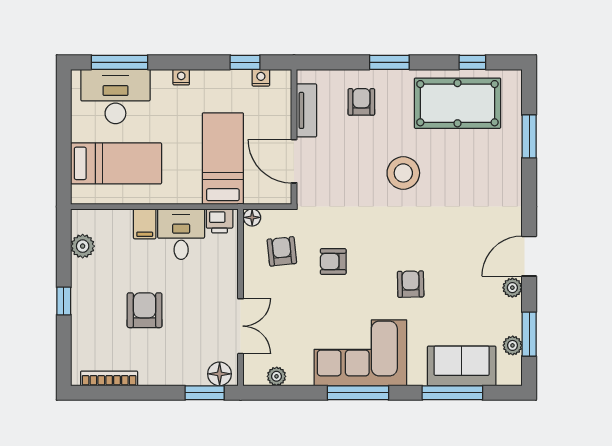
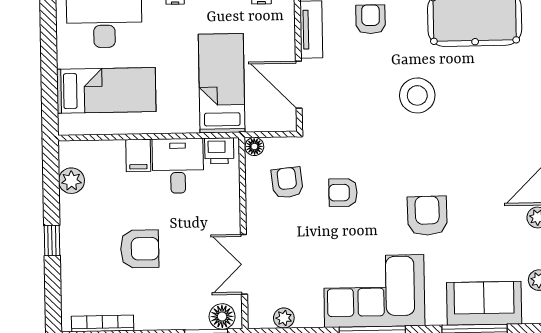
armchair: (411, 284) -> (427, 216), width x1.38, depth x1.38
armchair: (145, 310) -> (140, 249), turned 90
double door: (241, 326) -> (244, 264), swing flipped

